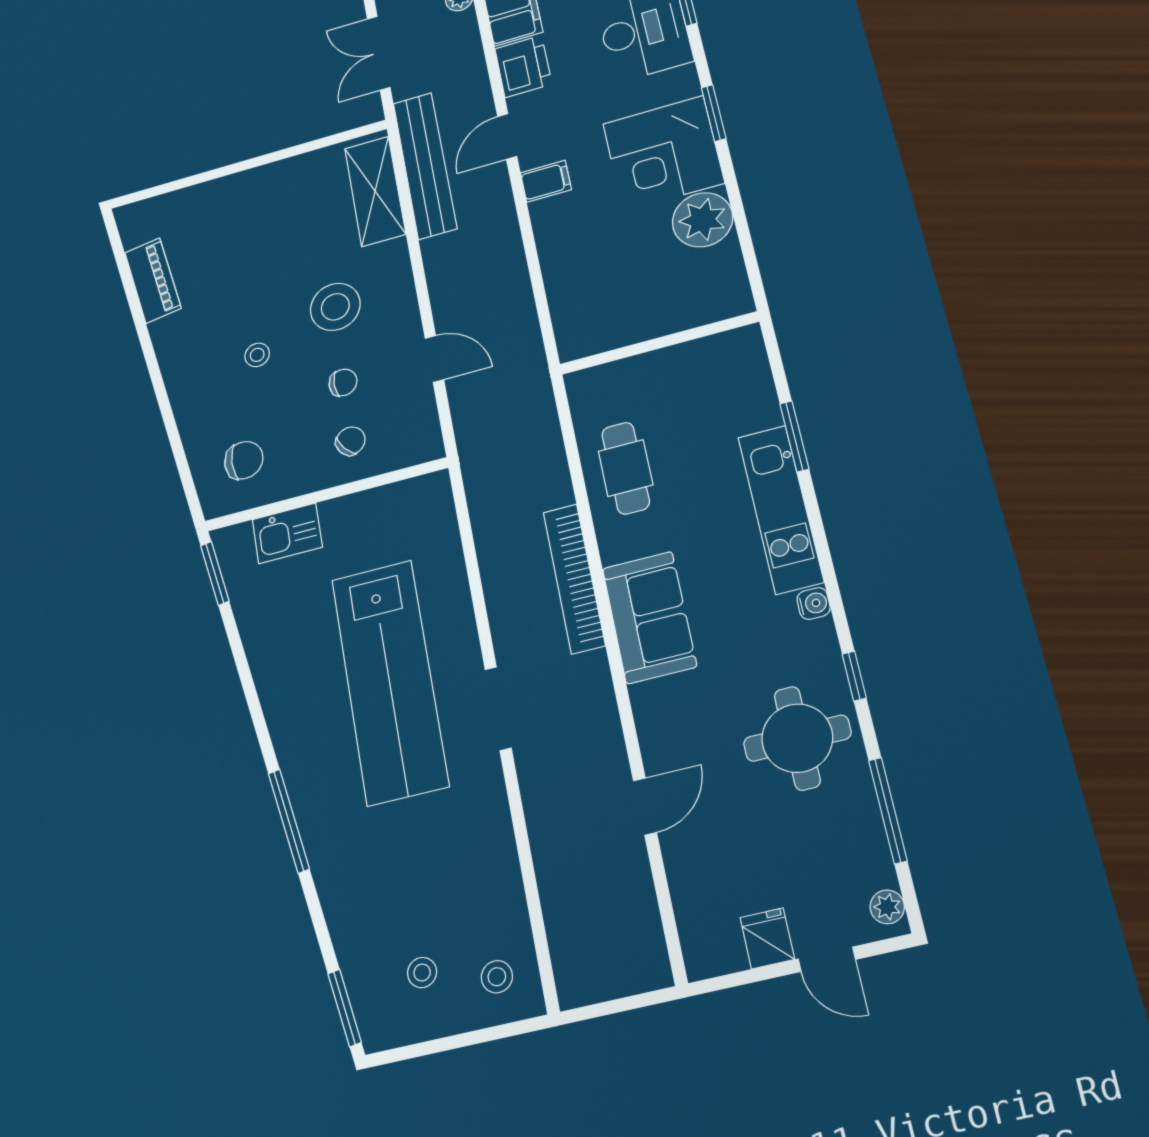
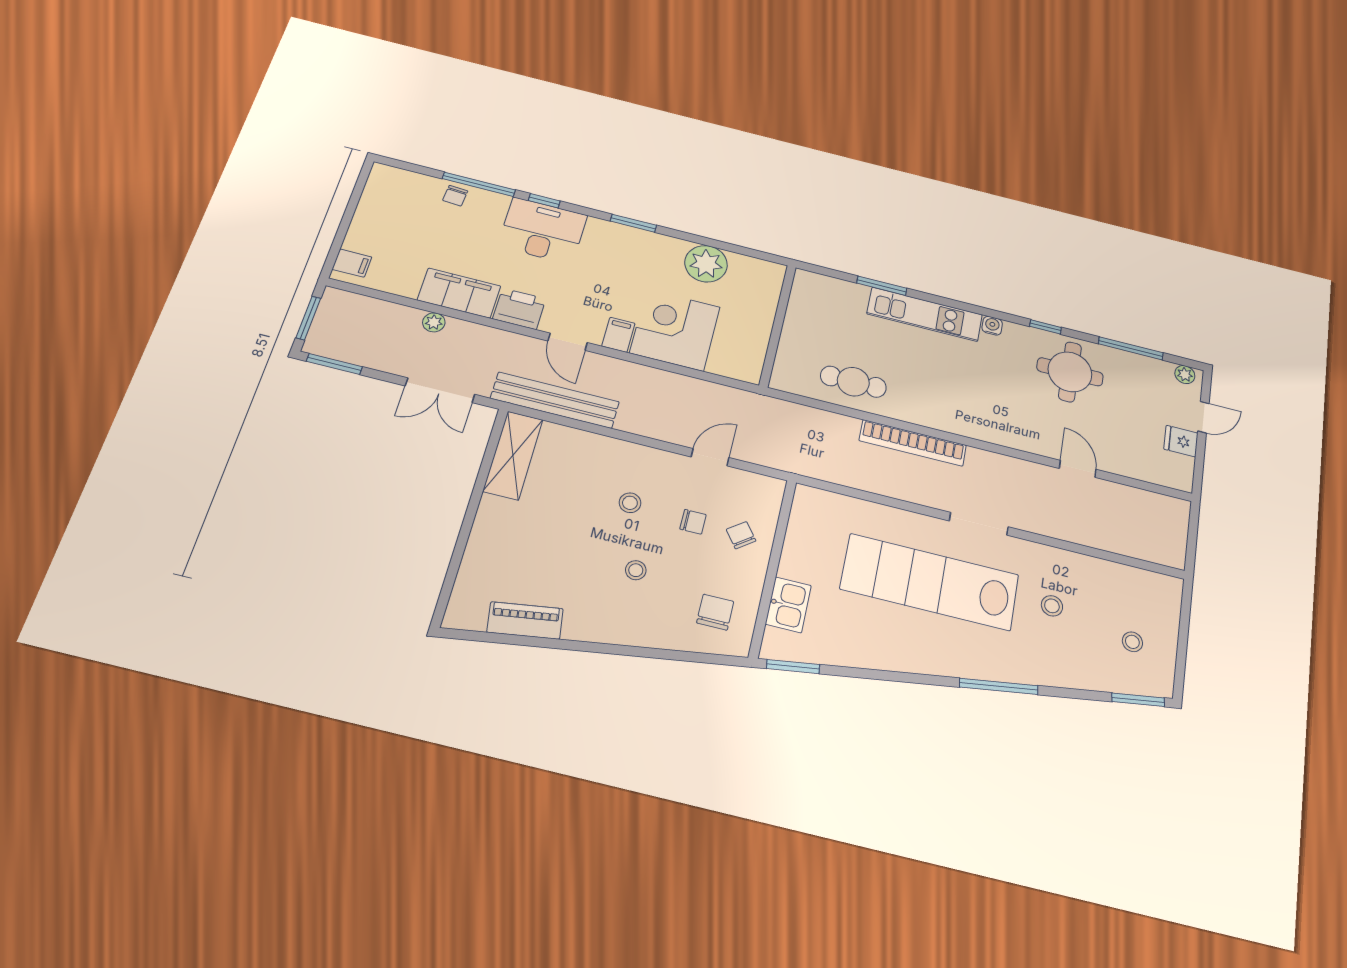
corner desk: (663, 153) -> (675, 330), moved, turned 180
shelving: (375, 191) -> (513, 455), moved, turned 90
stool: (335, 307) -> (630, 503), width x0.53, depth x0.53
chair: (343, 383) -> (693, 522), turned 90
sofa: (649, 617) -> (959, 413), removed
lab bench: (389, 681) -> (930, 582), turned 180
stool: (497, 977) -> (1052, 606), moved

